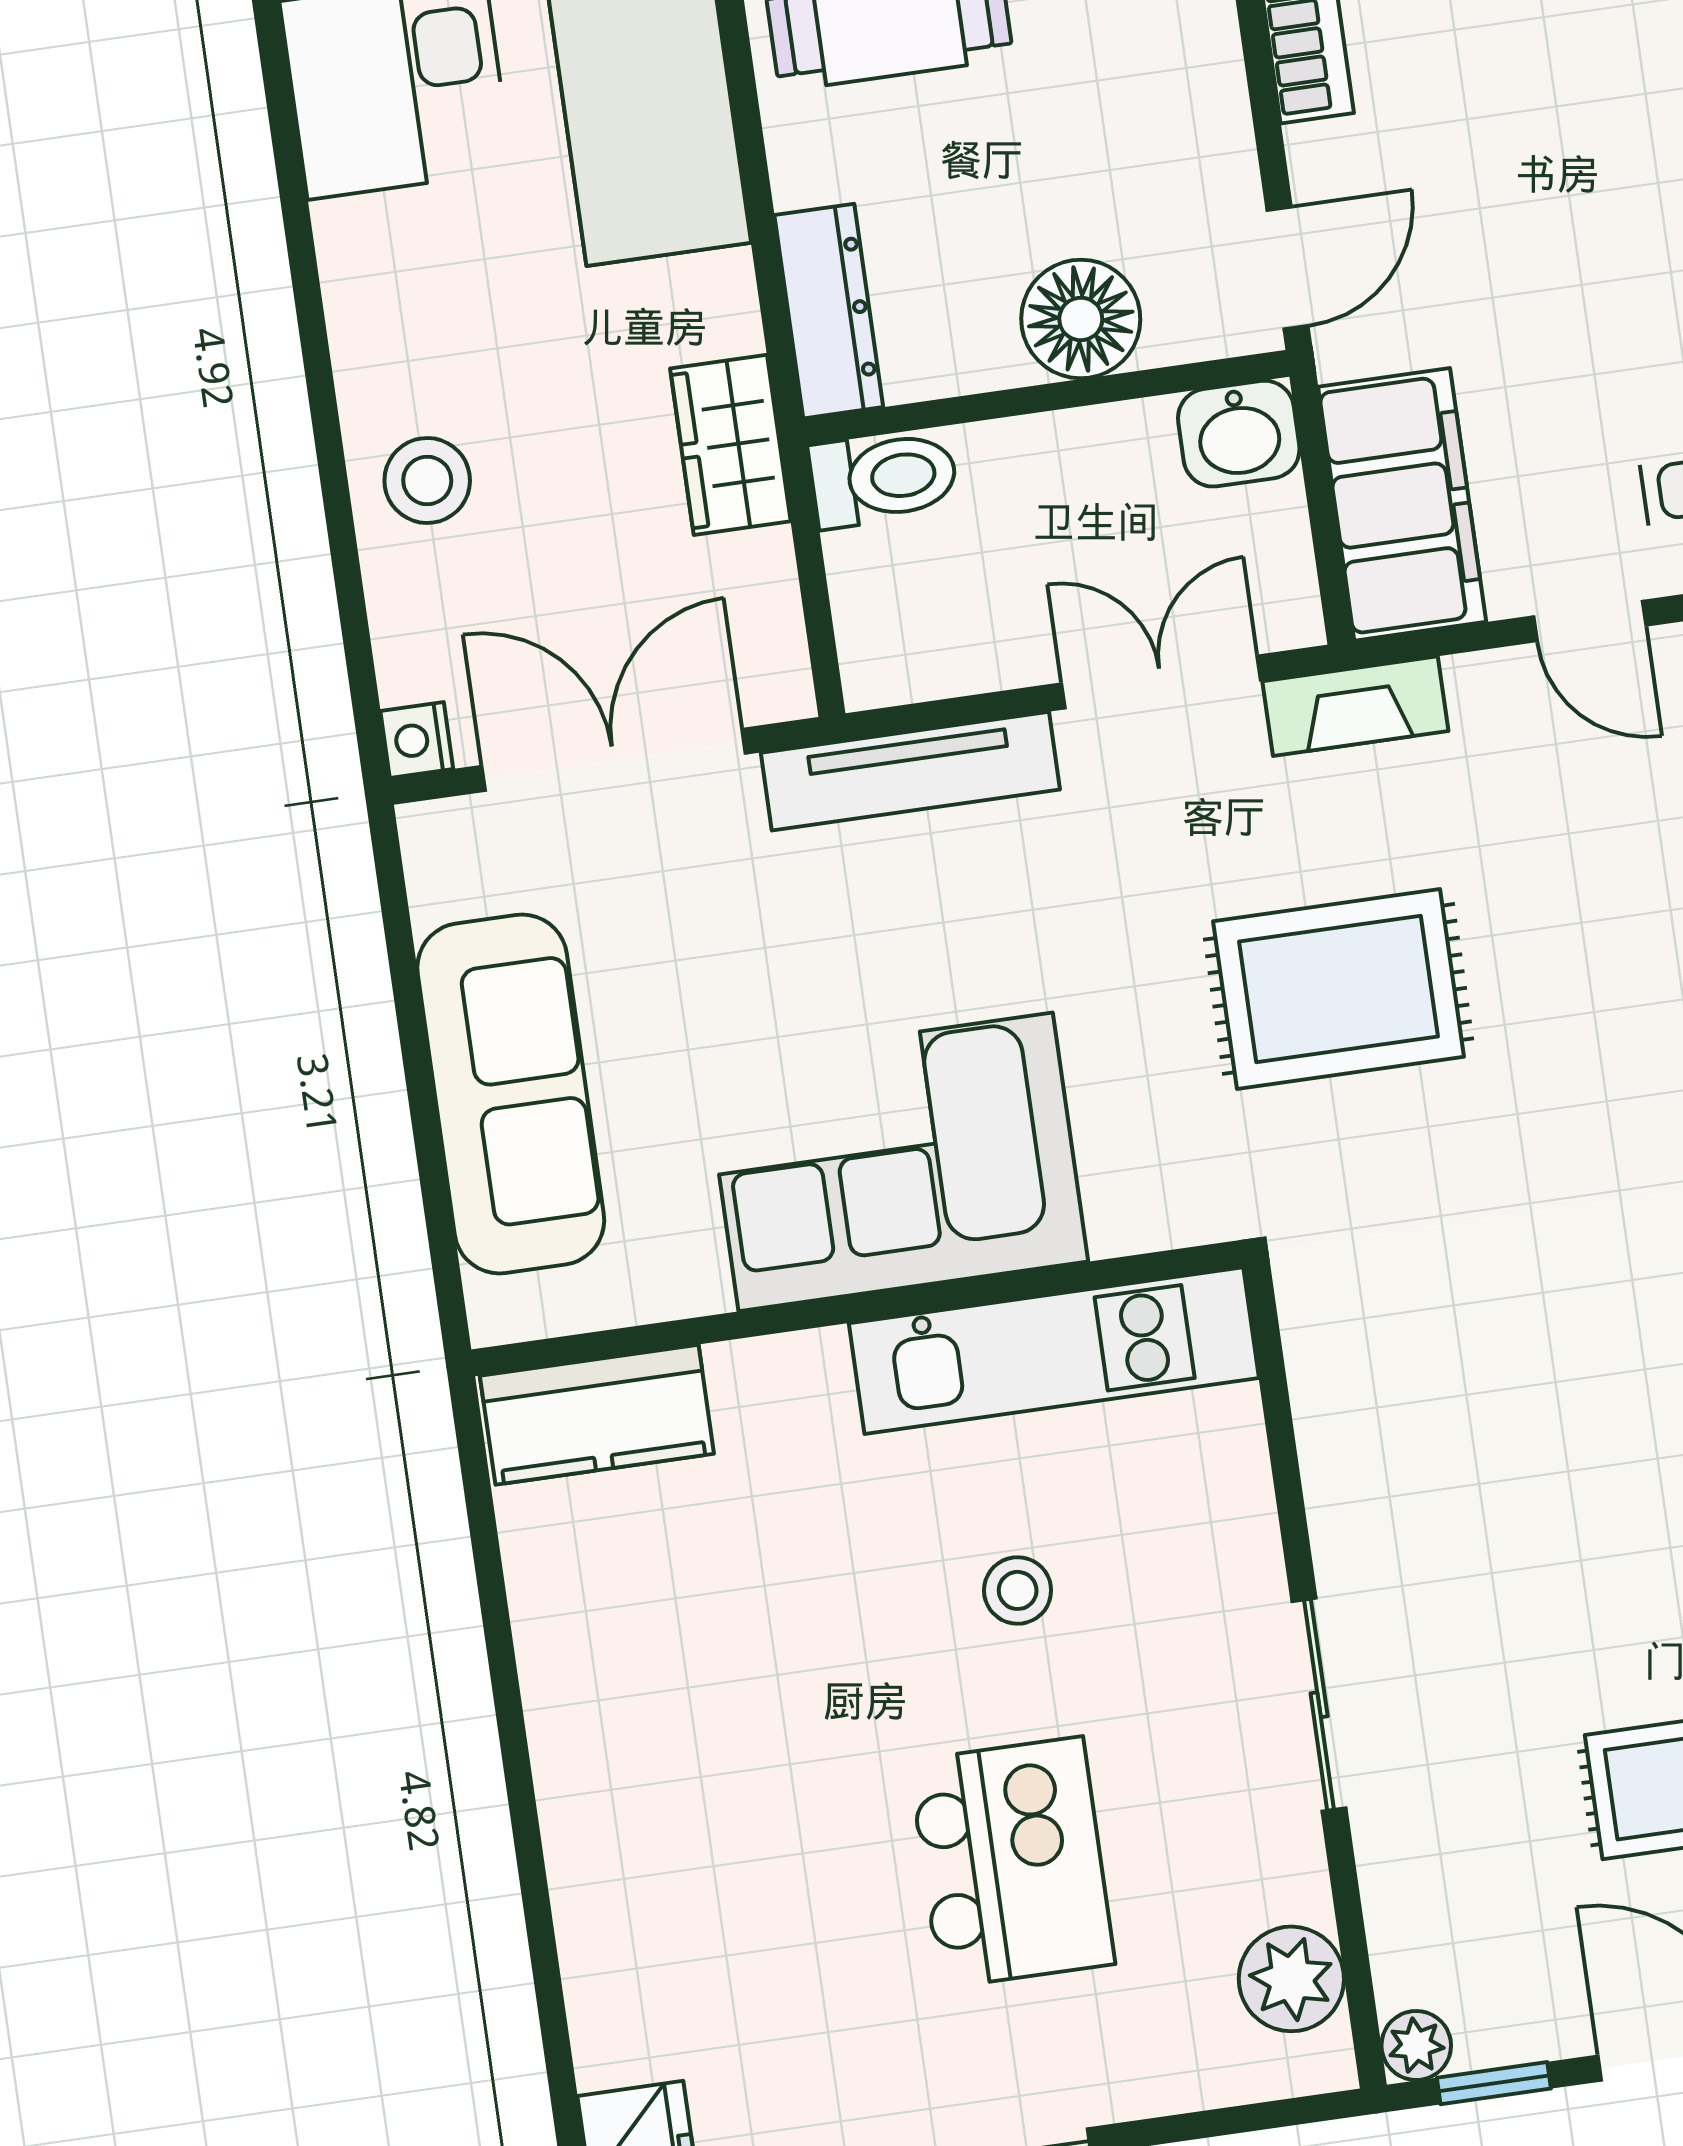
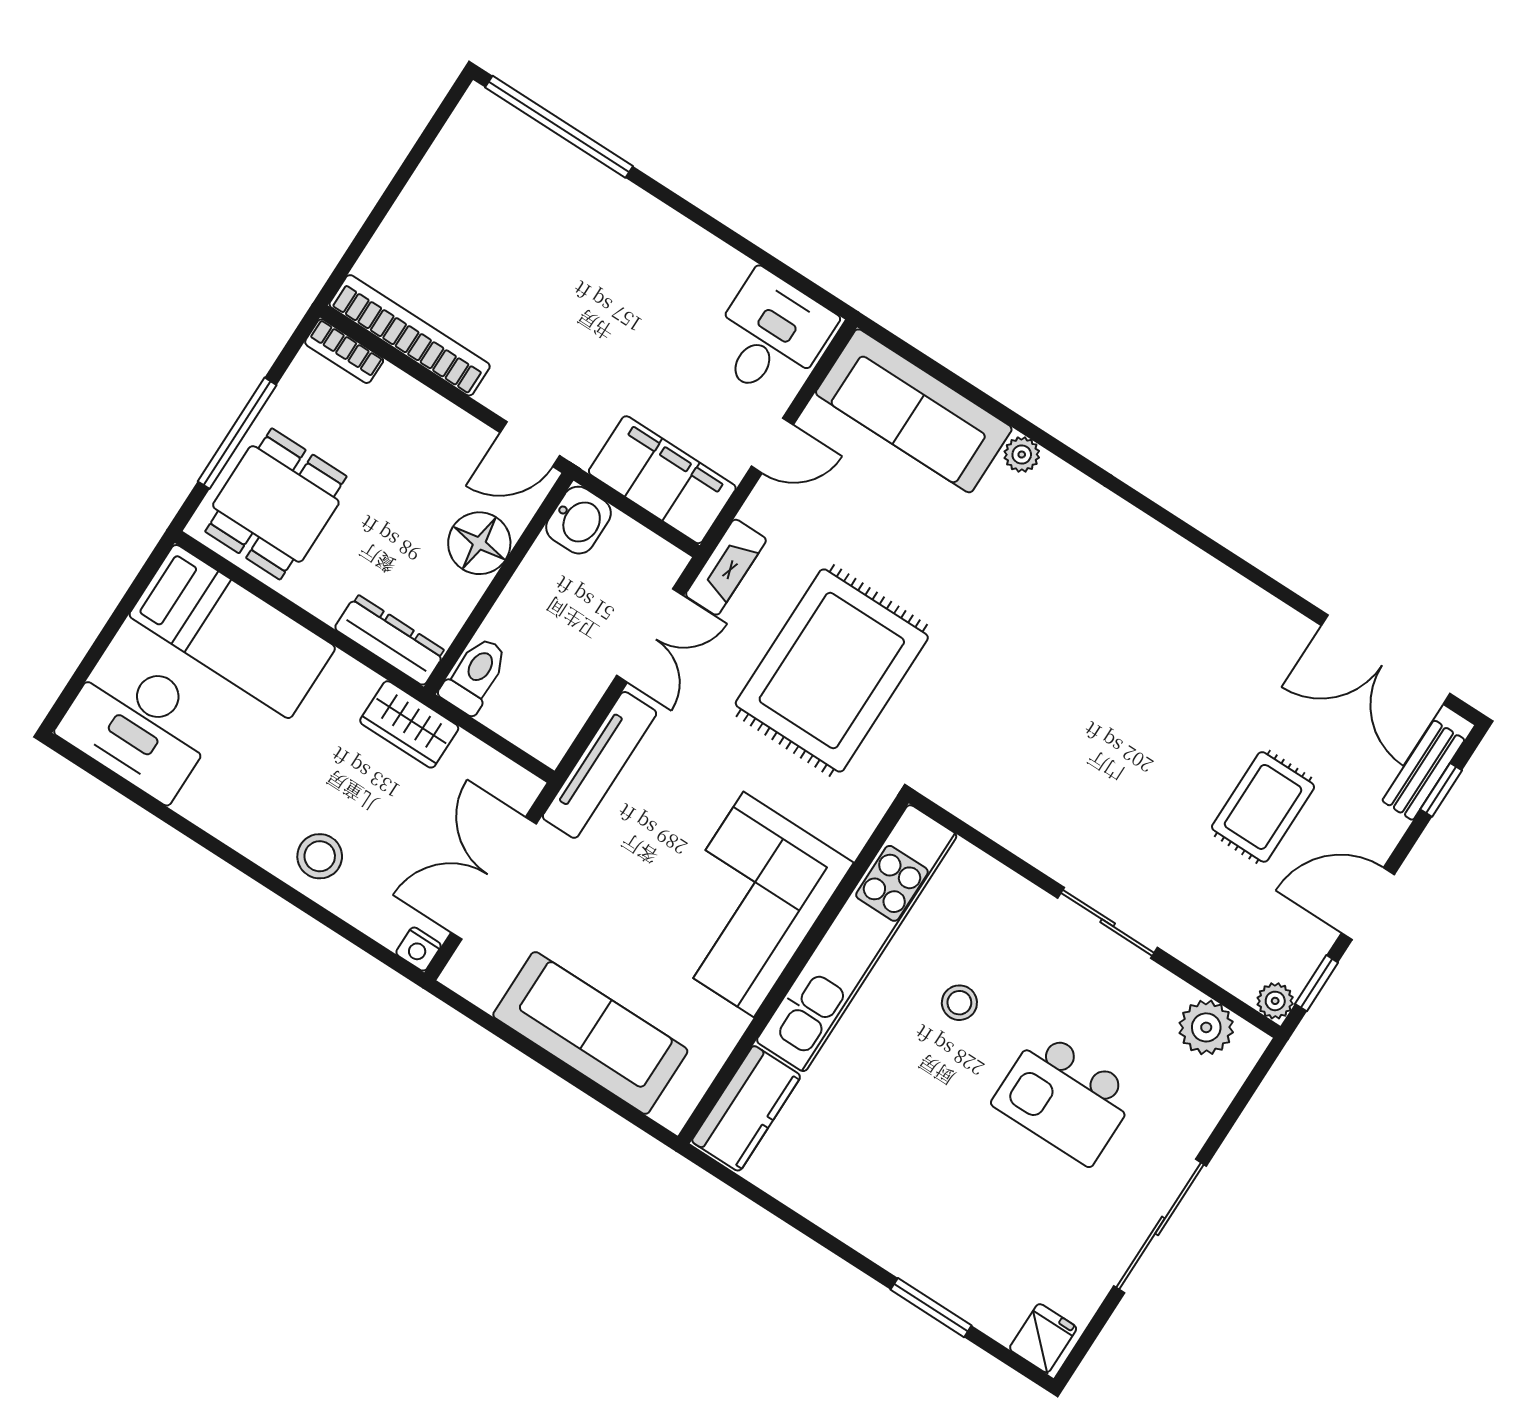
door: (1288, 268) -> (530, 444), swing flipped
double door: (1161, 682) -> (650, 636), swing flipped
rug: (1338, 989) -> (832, 671), width x1.37, depth x1.44
kitchen unit: (1054, 1351) -> (857, 938), width x1.36
kitchen island: (1012, 1862) -> (1065, 1098), turned 180
window: (540, 1932) -> (931, 1308), added

